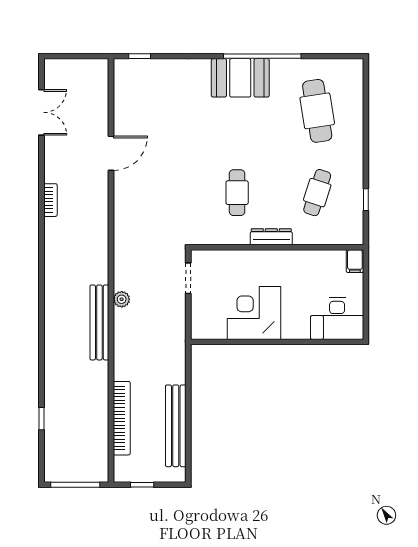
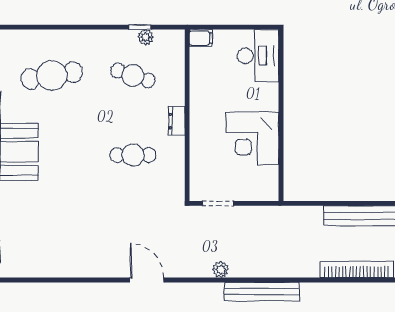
door: (111, 153) -> (147, 280), moved
plant: (356, 205) -> (146, 37), added
dresser: (271, 237) -> (177, 121), width x0.70
plant: (122, 299) -> (221, 270), moved

